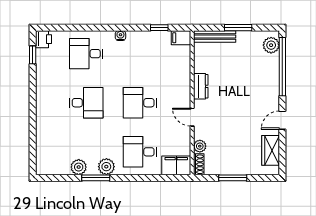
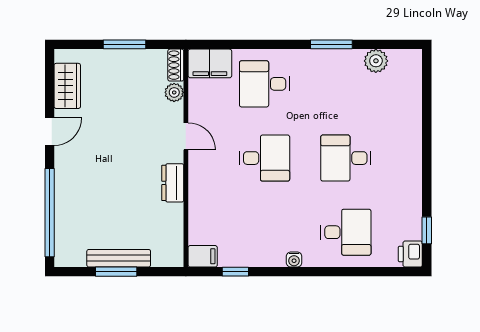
bench: (215, 36) -> (119, 258), moved
plant: (271, 45) -> (66, 245), removed
desk: (140, 152) -> (265, 84), turned 180
plant: (79, 167) -> (376, 61), moved
plant: (106, 167) -> (315, 61), removed

